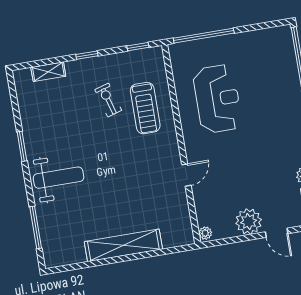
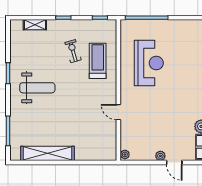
treadmill: (145, 108) -> (98, 61), turned 180
door: (186, 175) -> (118, 112), swing flipped
weight bench: (58, 178) -> (37, 88), moved
plant: (249, 222) -> (160, 156), width x0.53, depth x0.53
shelving: (123, 245) -> (48, 153), moved

